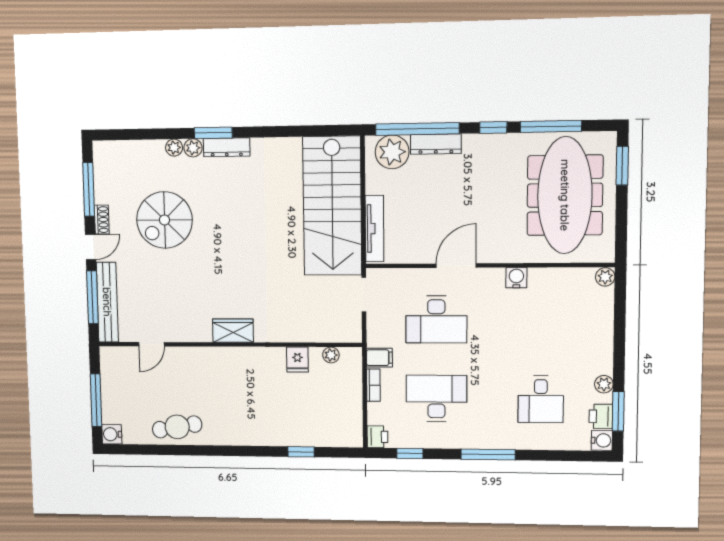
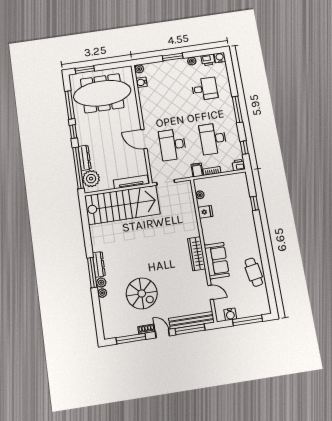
window: (213, 133) -> (92, 273), width x1.44
water cooler: (516, 278) -> (142, 82), moved
desk: (436, 319) -> (173, 145), turned 180
wardrobe: (233, 331) -> (197, 254), width x1.50
sofa: (206, 365) -> (217, 261), added
window: (618, 411) -> (173, 57), moved
water cooler: (112, 434) -> (230, 314), moved

